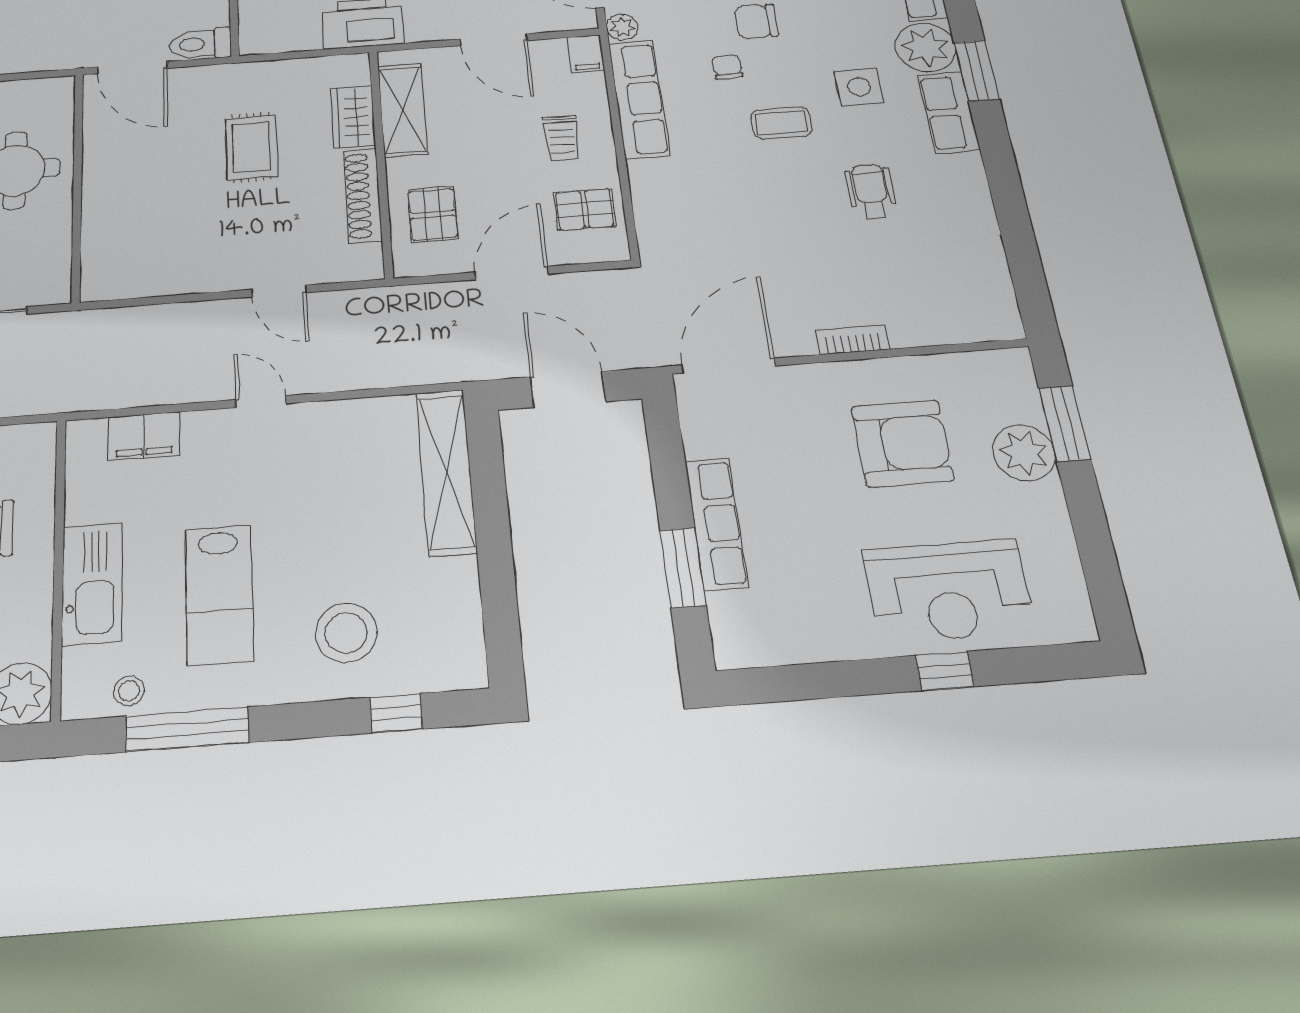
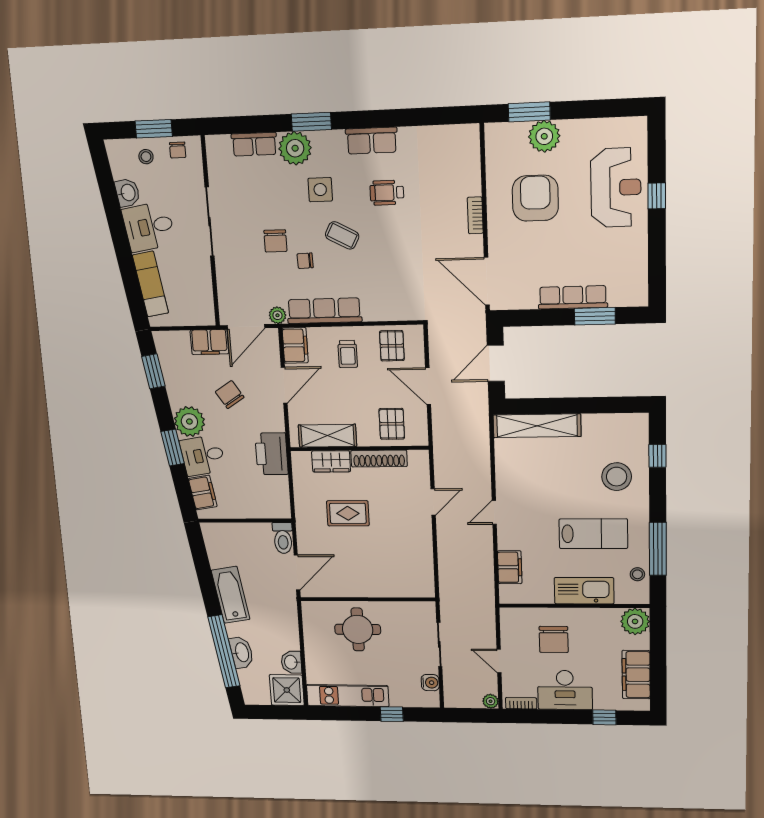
filing cabinet: (586, 54) -> (295, 345), width x2.00
row of seats: (949, 112) -> (372, 141), moved
coffee table: (781, 123) -> (342, 235), turned -62
trolley: (562, 138) -> (348, 354), turned 90
pallet: (433, 214) -> (392, 424), turned 90

